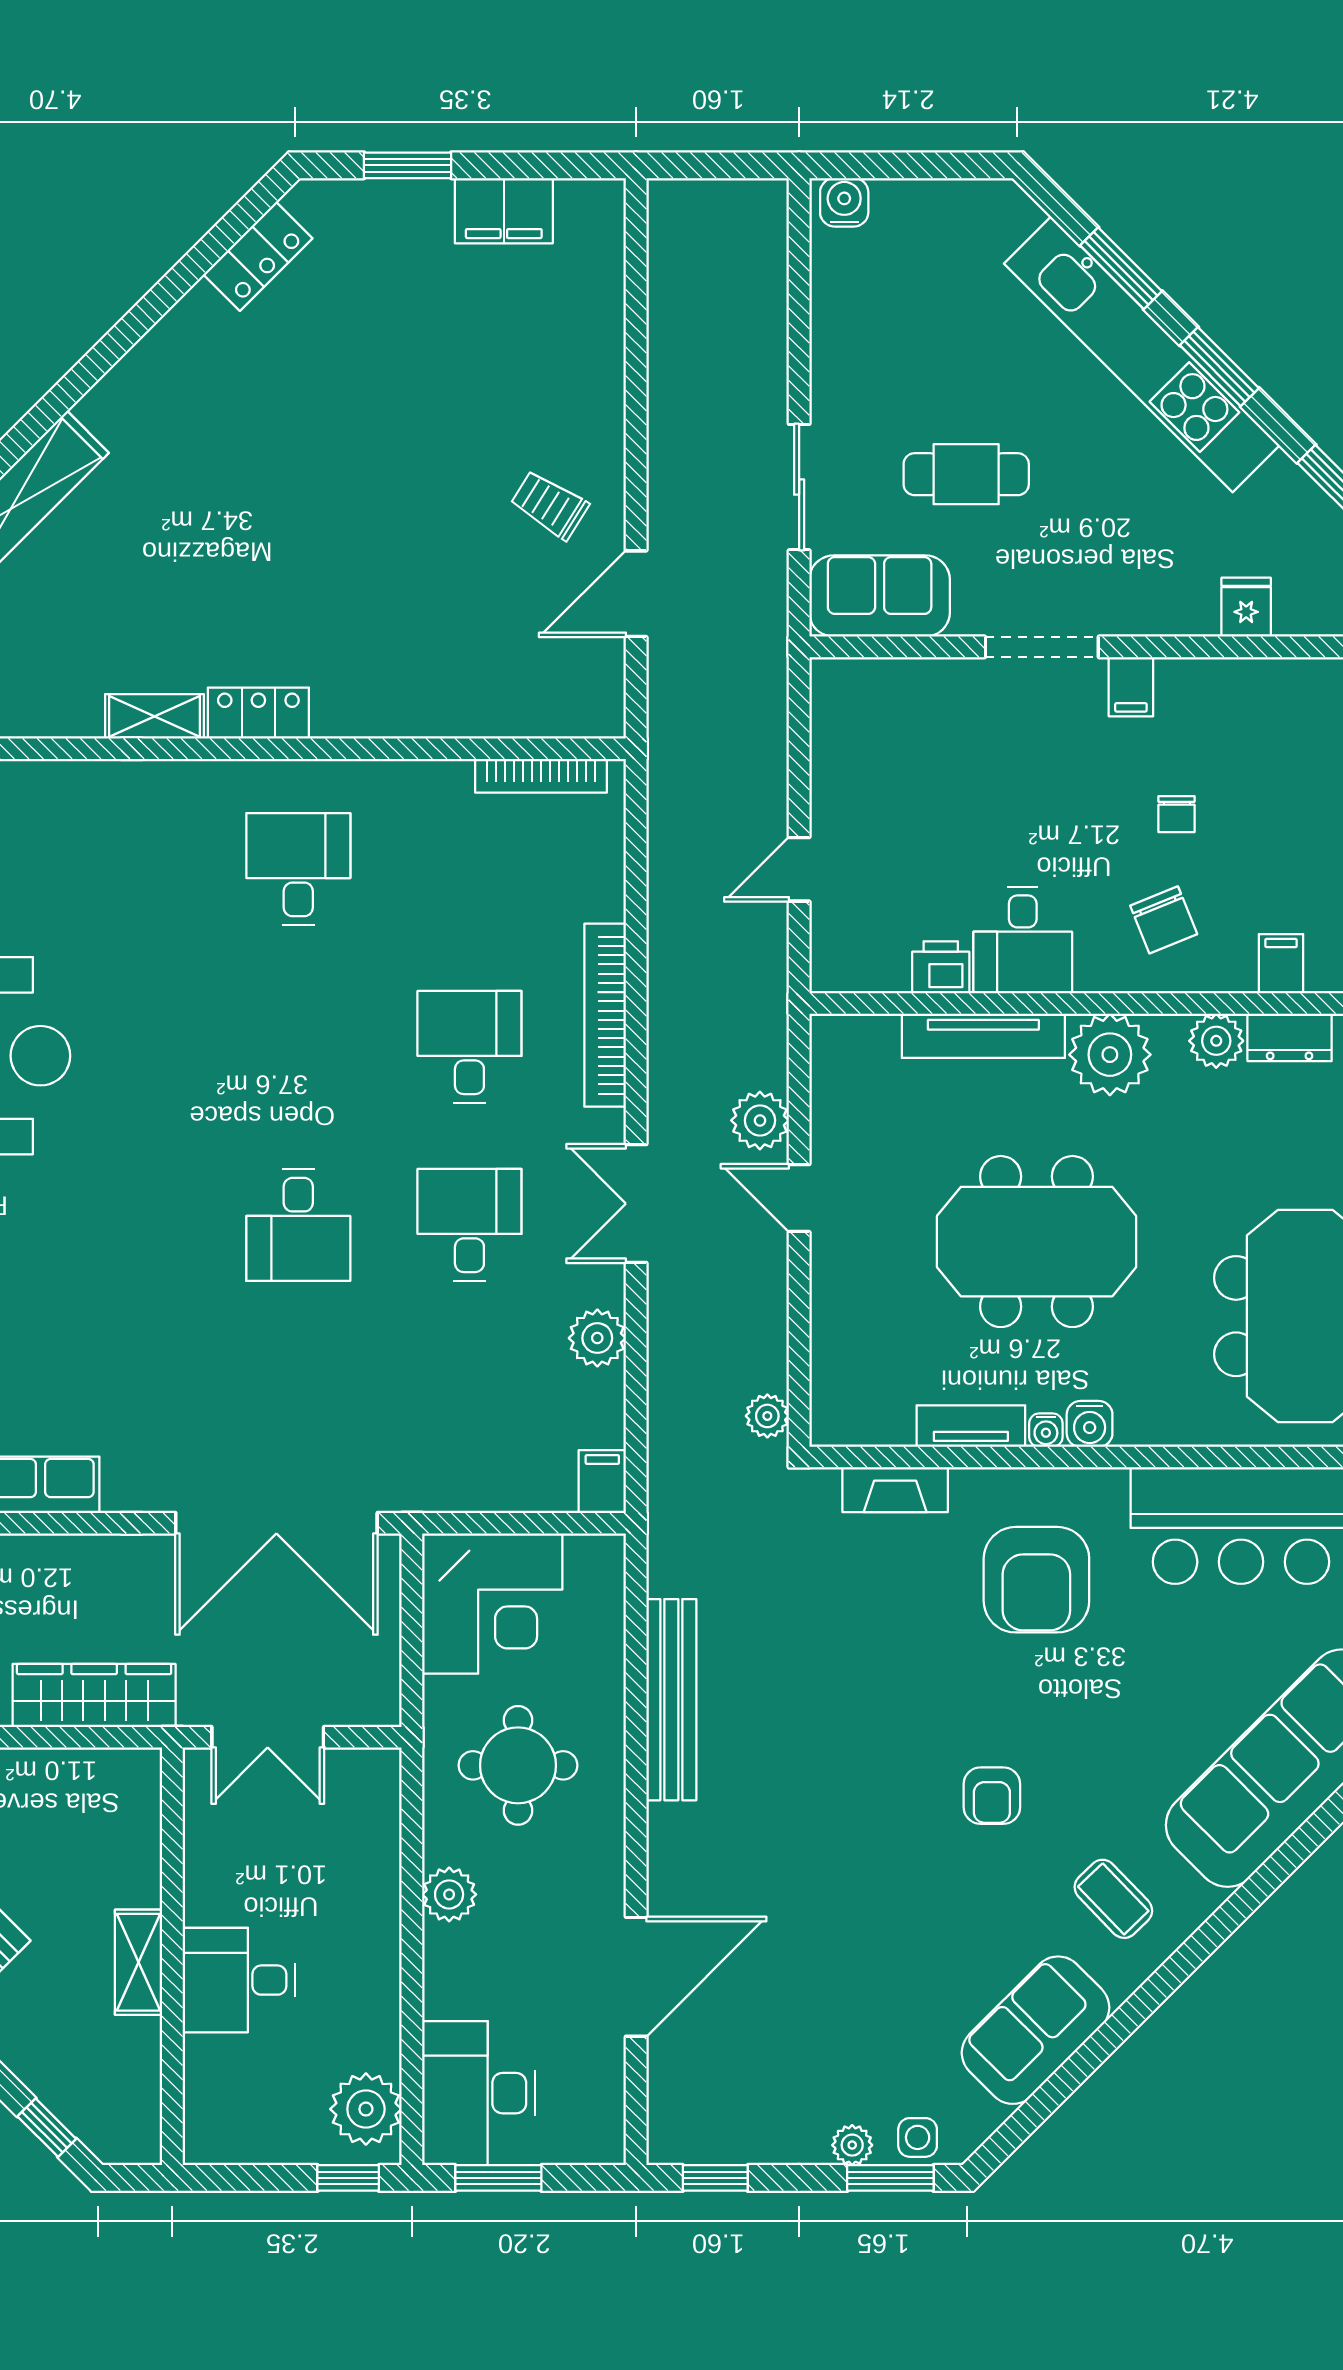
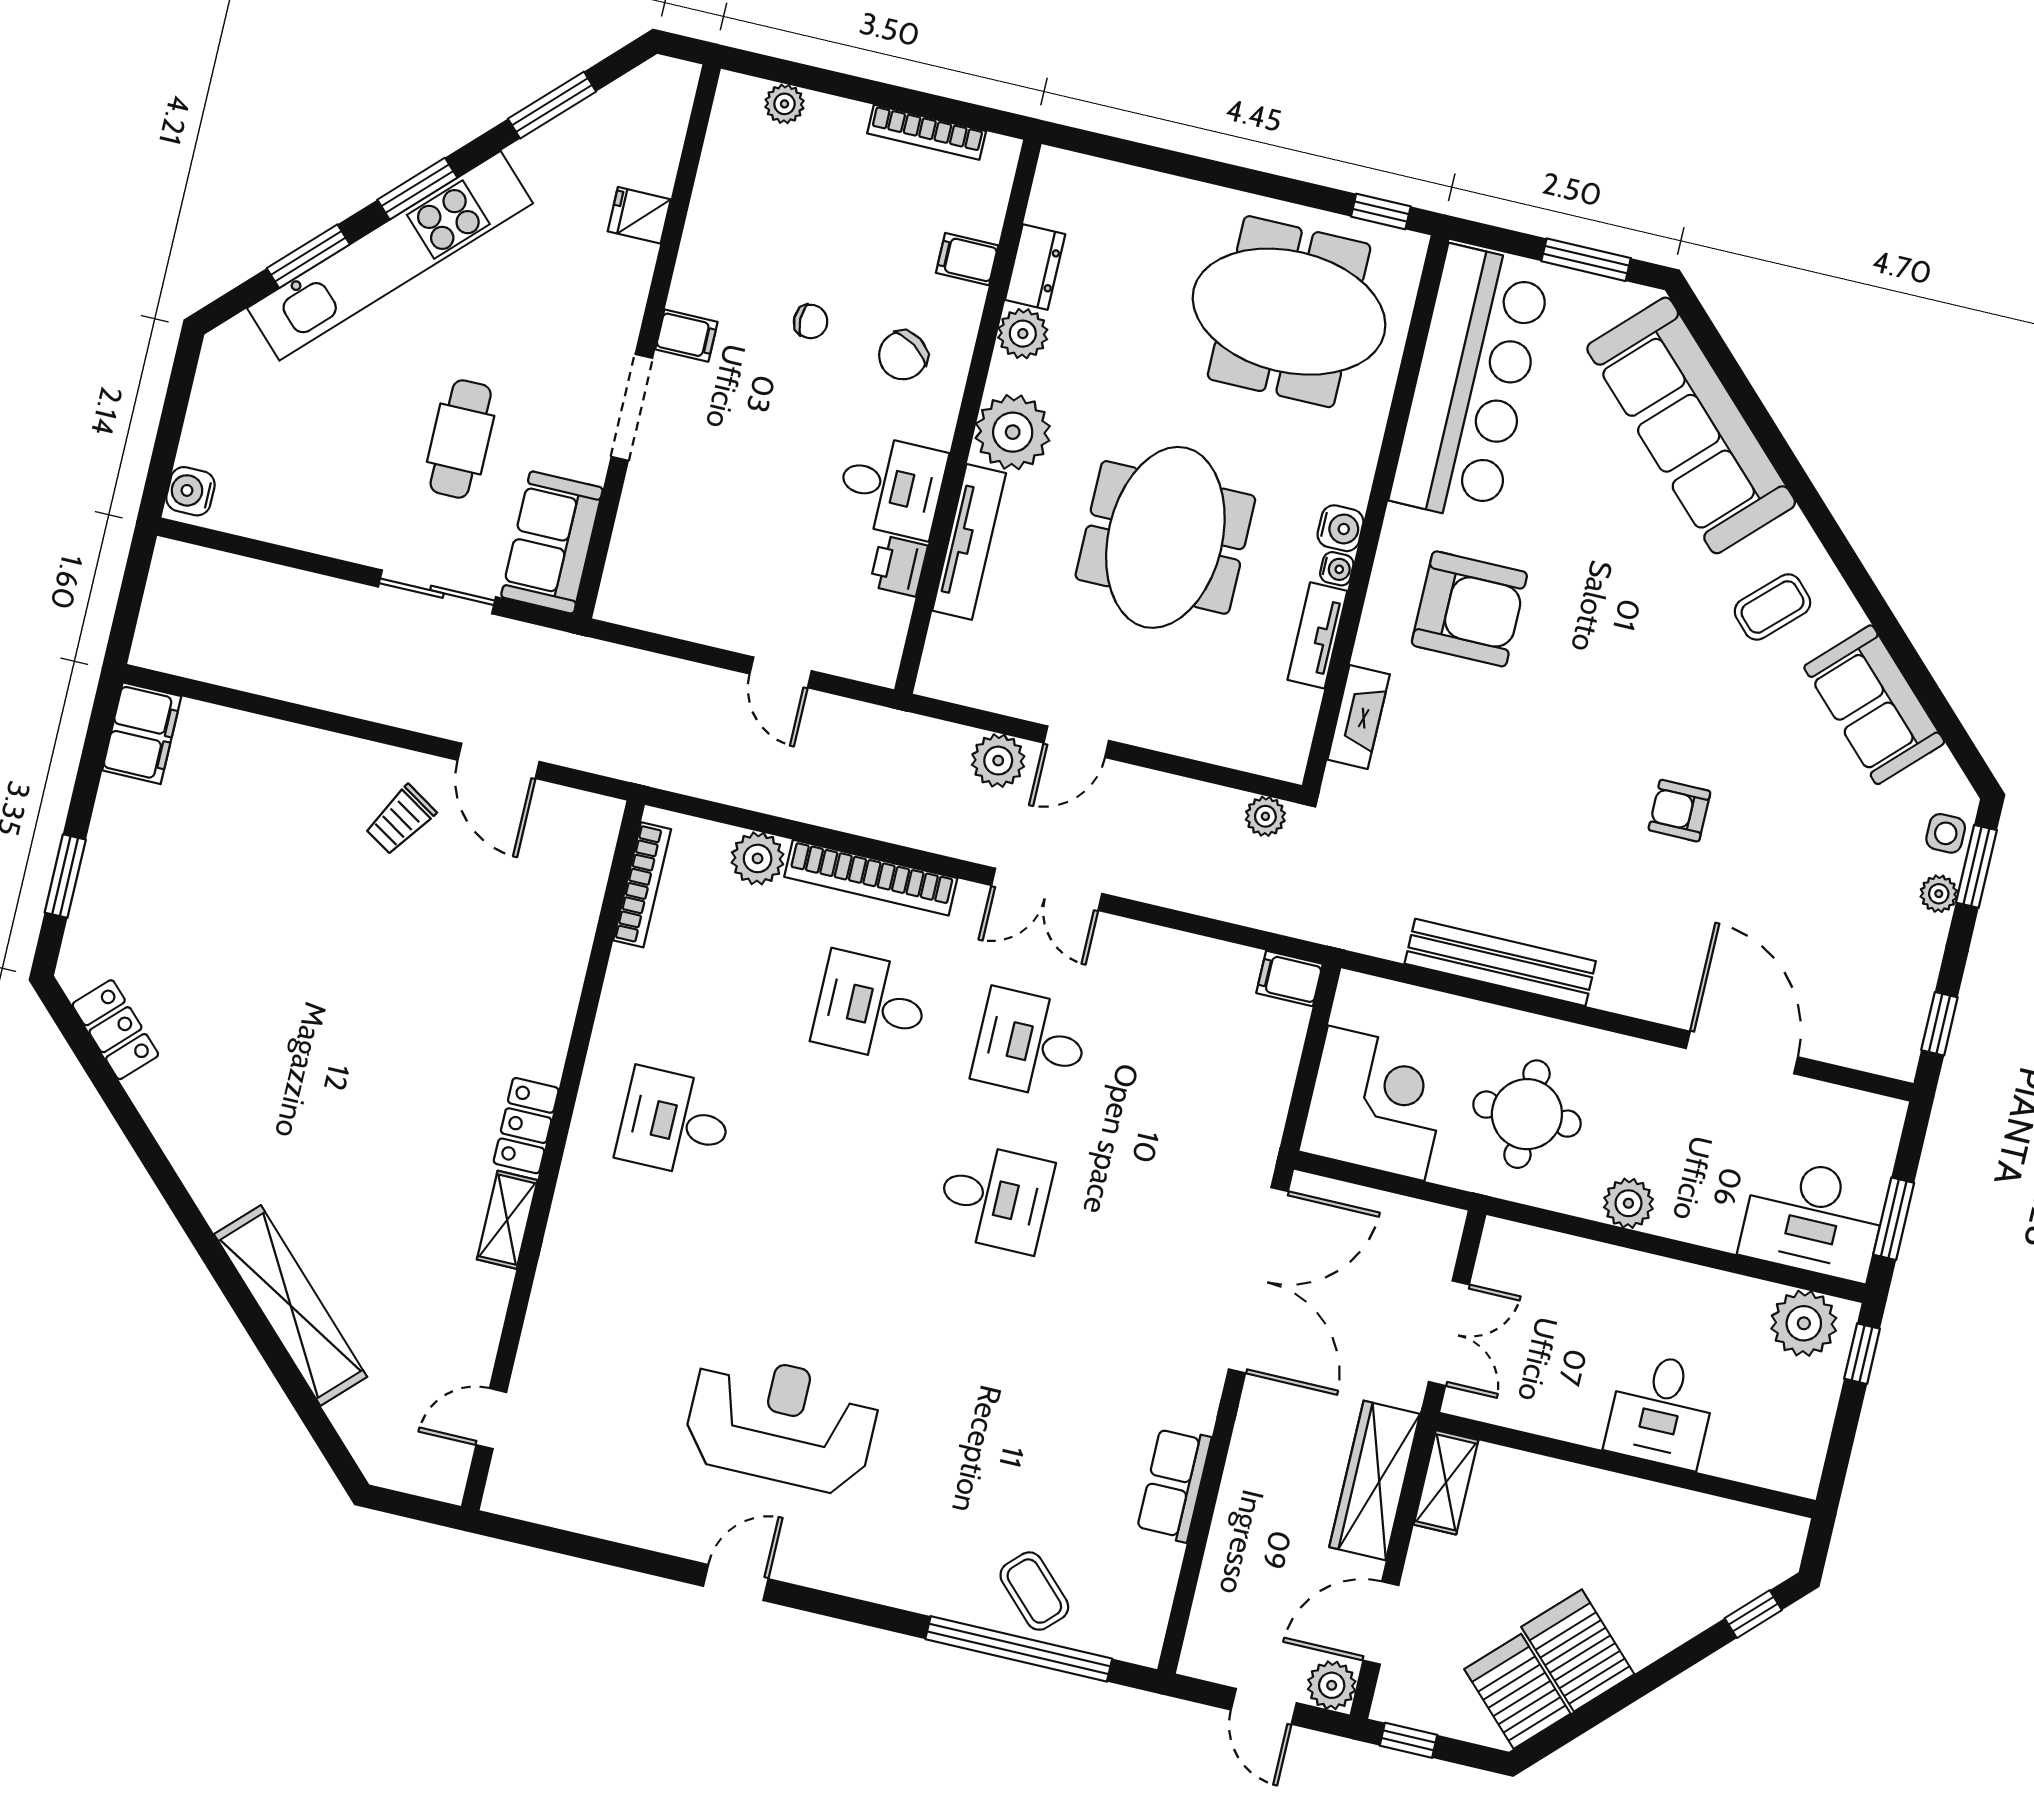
filing cabinet: (504, 211) -> (142, 733), moved
chair: (1164, 920) -> (903, 355), turned 146
plant: (597, 1338) -> (758, 858), moved
armchair: (992, 1796) -> (1679, 811), moved, turned 180
shelving: (139, 1962) -> (1446, 1482), moved, turned 90

